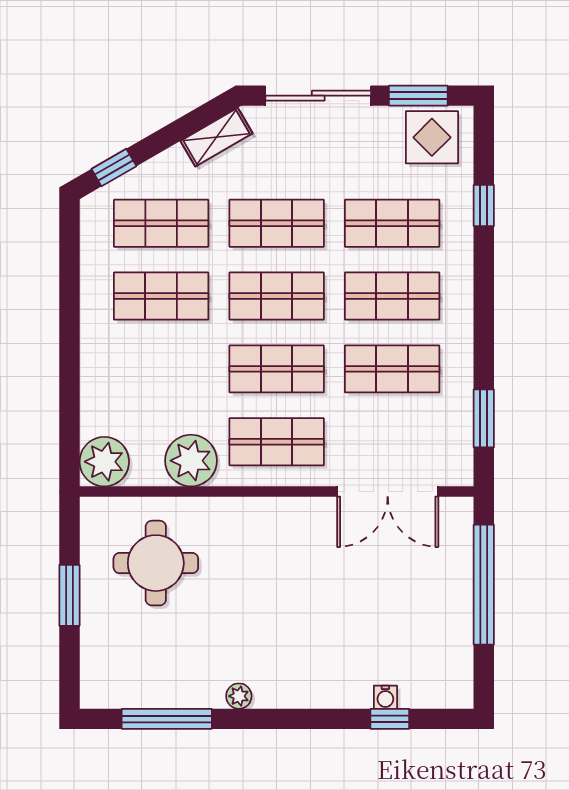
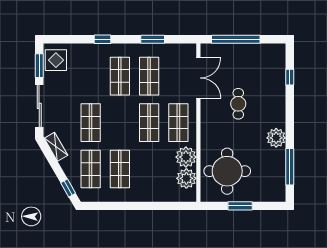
window: (484, 205) -> (103, 39), moved
shop shelf: (392, 223) -> (91, 76), removed
shop shelf: (277, 296) -> (120, 123), removed
window: (484, 418) -> (153, 39), moved
plant: (104, 462) -> (186, 178), moved
round table: (156, 563) -> (227, 171), width x1.36, depth x1.36
cafe table: (323, 591) -> (238, 104), added
plant: (239, 696) -> (276, 138), width x1.88, depth x1.88
water cooler: (385, 697) -> (281, 79), removed

